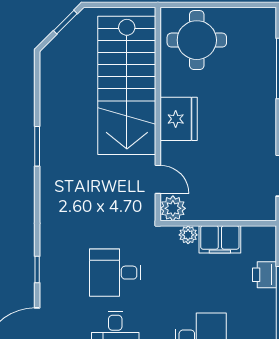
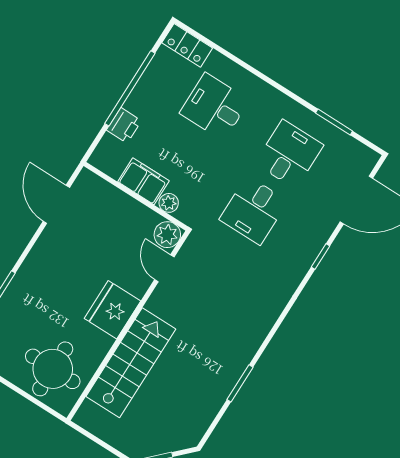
stairs: (127, 85) -> (131, 363), width x0.73, depth x0.66
window: (37, 146) -> (240, 383), moved
desk: (115, 273) -> (254, 210), turned 90

